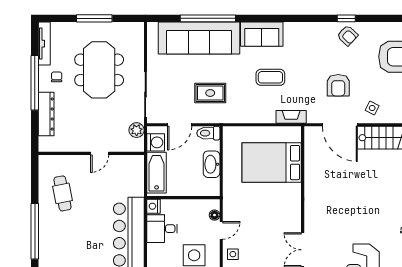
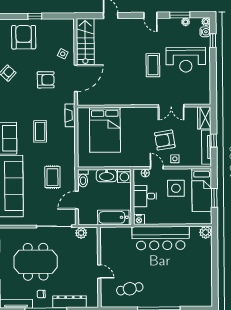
door: (180, 125) -> (77, 200), swing flipped
washing machine: (156, 142) -> (124, 176), moved, turned 180
door: (100, 153) -> (99, 272), moved
coffee table: (356, 226) -> (153, 65), added
desk: (162, 229) -> (145, 196), moved, turned 90
armchair: (258, 241) -> (165, 140), added

